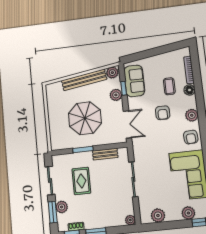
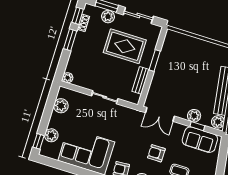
parasol: (85, 118) -> (185, 75), removed
sliding door: (133, 179) -> (105, 97), width x0.73
rug: (81, 181) -> (125, 46), width x1.36, depth x1.43

